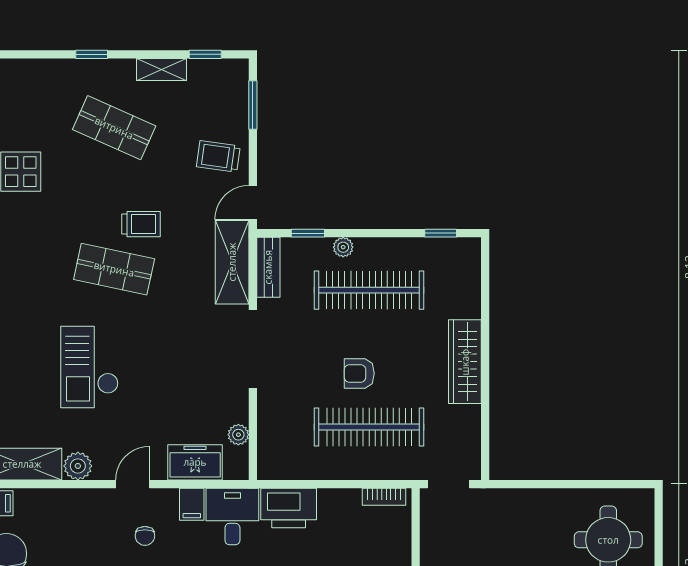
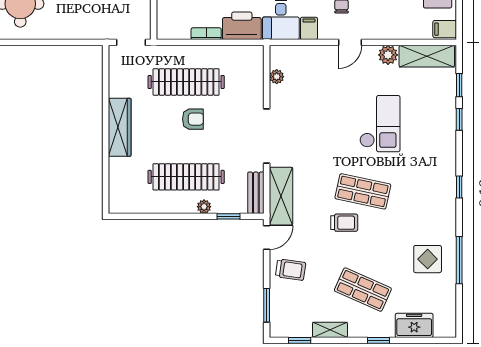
trolley: (141, 224) -> (344, 223), turned 180
window: (441, 233) -> (136, 216), removed
freezer: (195, 462) -> (414, 325), moved, turned 180
bookcase: (384, 497) -> (206, 34), moved

